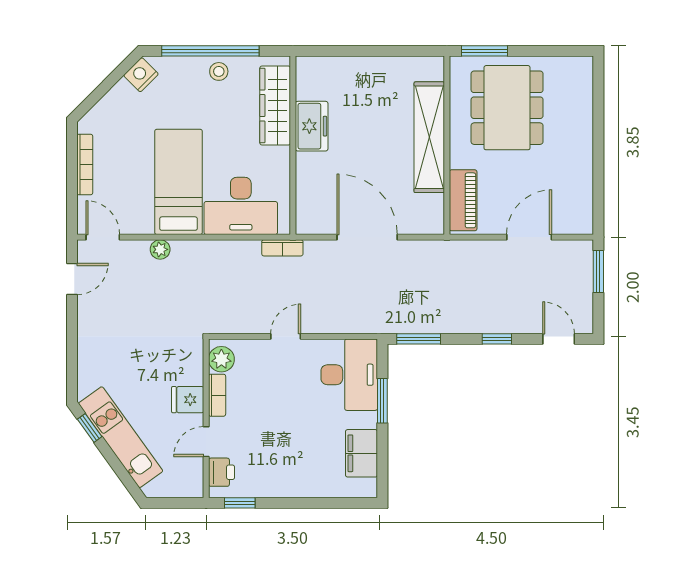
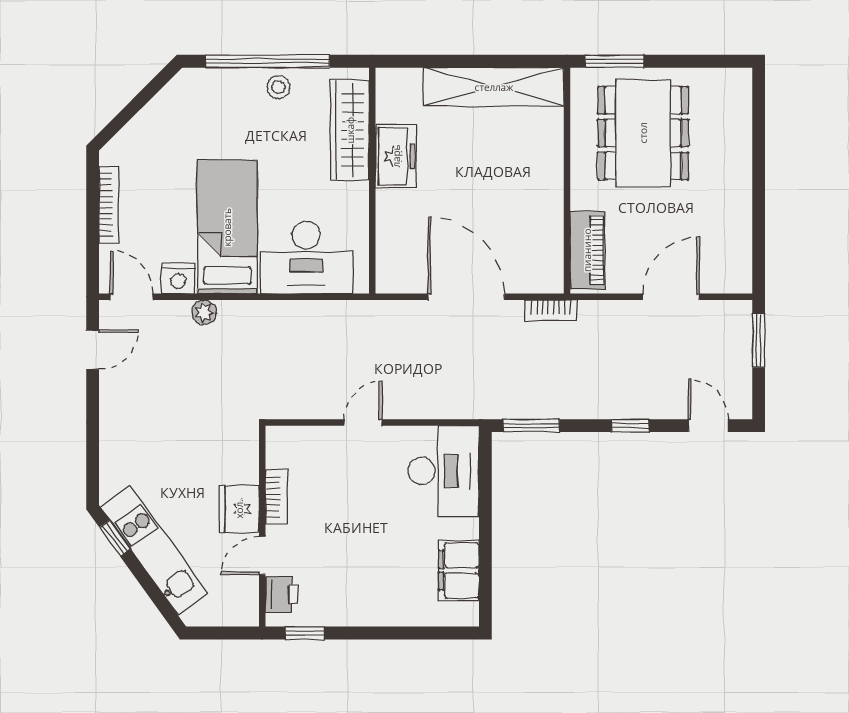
nightstand: (141, 75) -> (178, 278), moved, turned -135
shelving: (429, 137) -> (494, 87), moved, turned 90
bookcase: (282, 248) -> (551, 310), moved
plant: (221, 359) -> (282, 451), removed
fridge: (188, 400) -> (239, 509), width x1.38
window: (382, 401) -> (485, 504), removed

